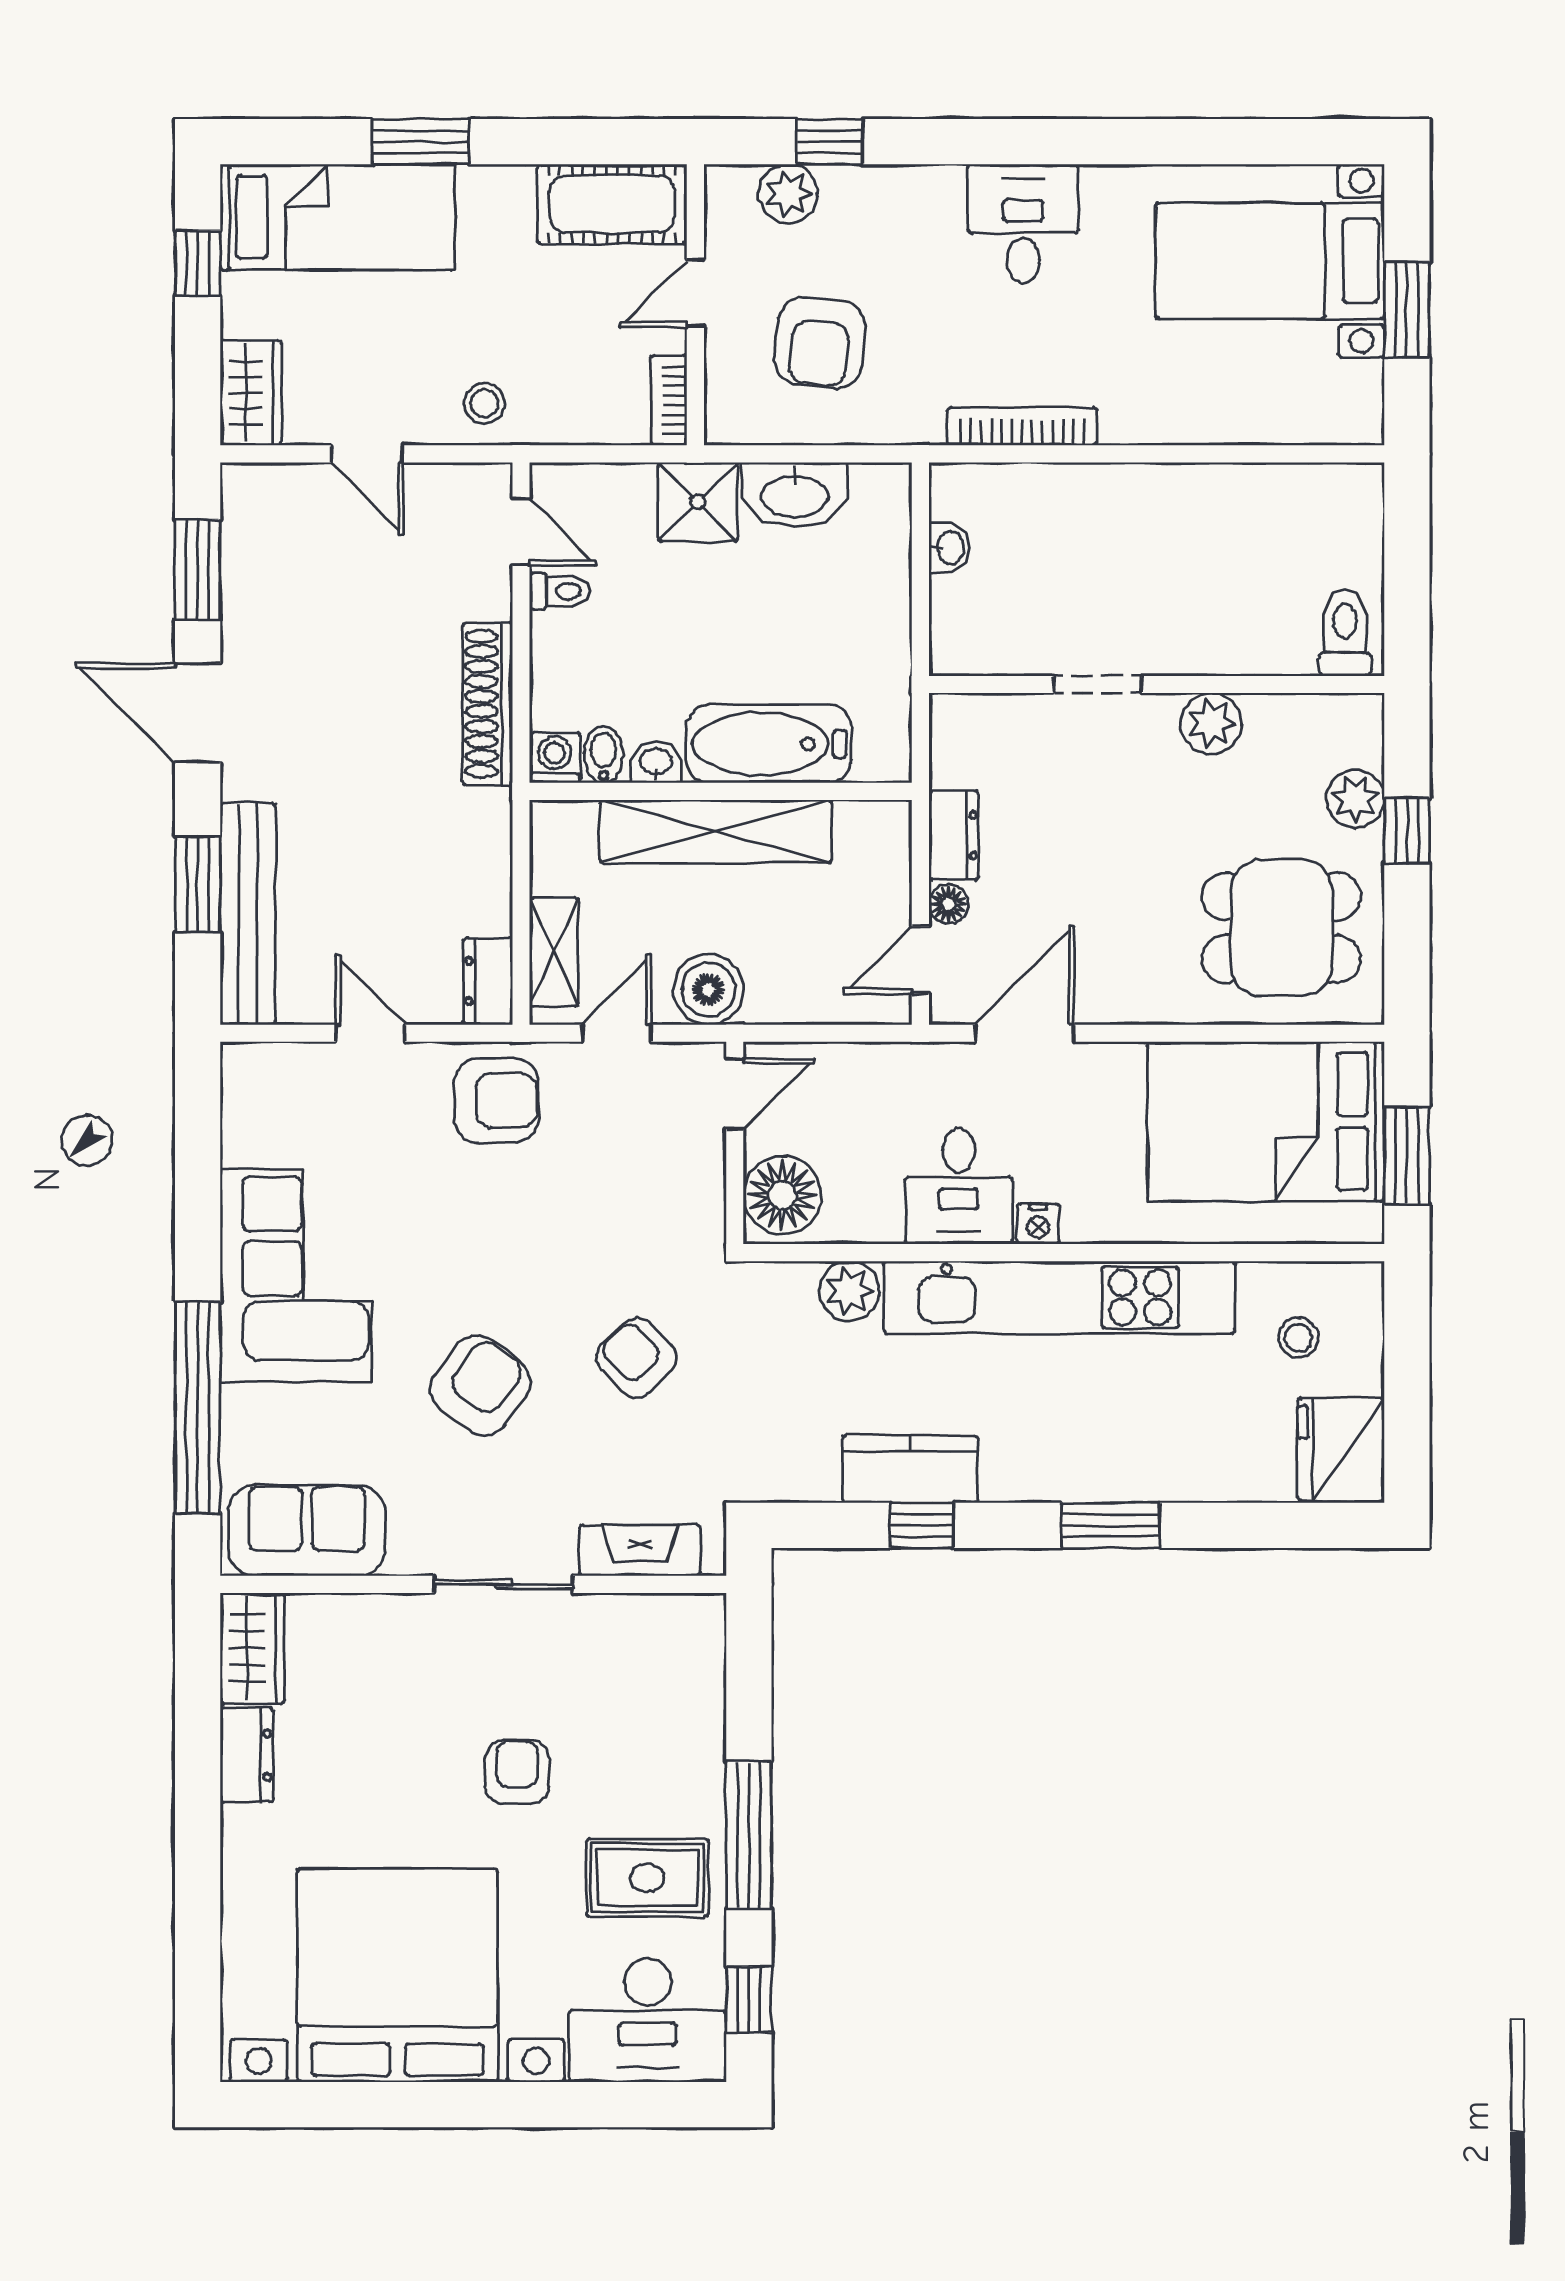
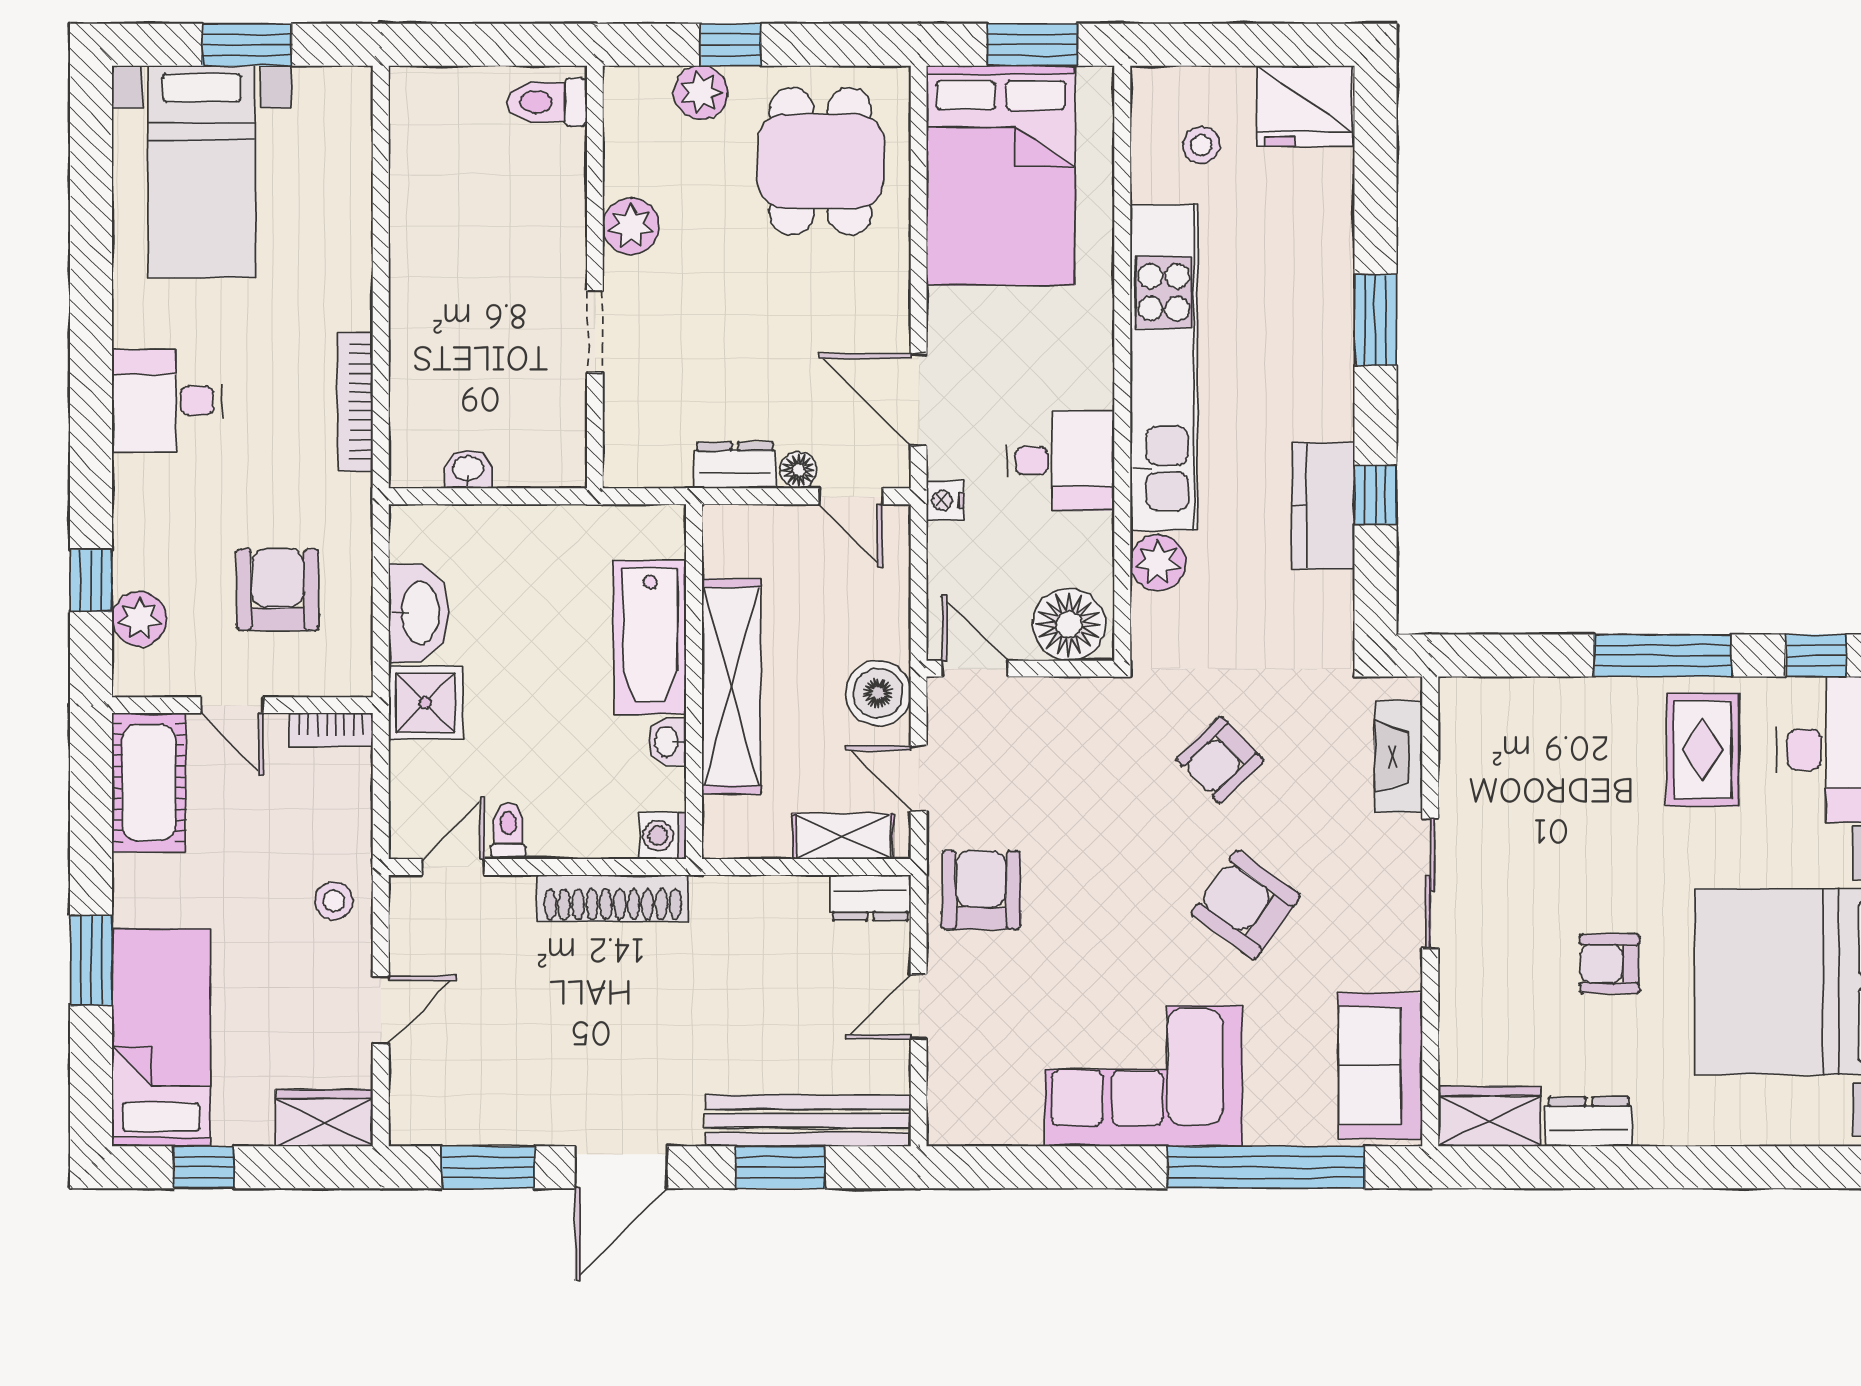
armchair: (820, 343) -> (278, 590), turned -96
bidet: (604, 755) -> (660, 790), removed
nightstand: (1038, 1224) -> (945, 500), moved, turned 180
armchair: (517, 1772) -> (1610, 964), moved

